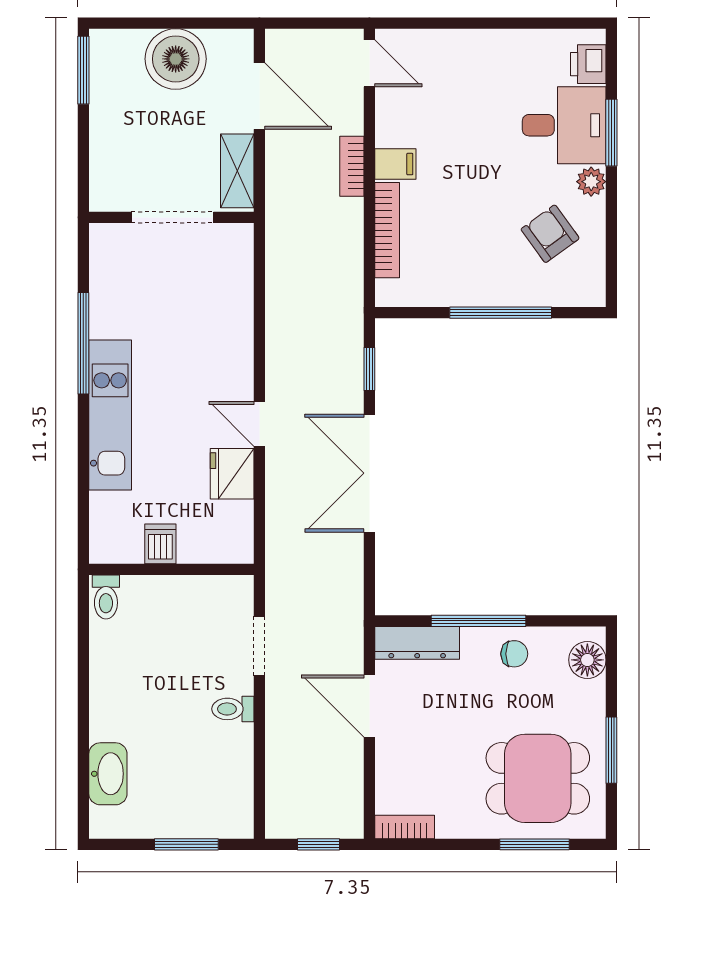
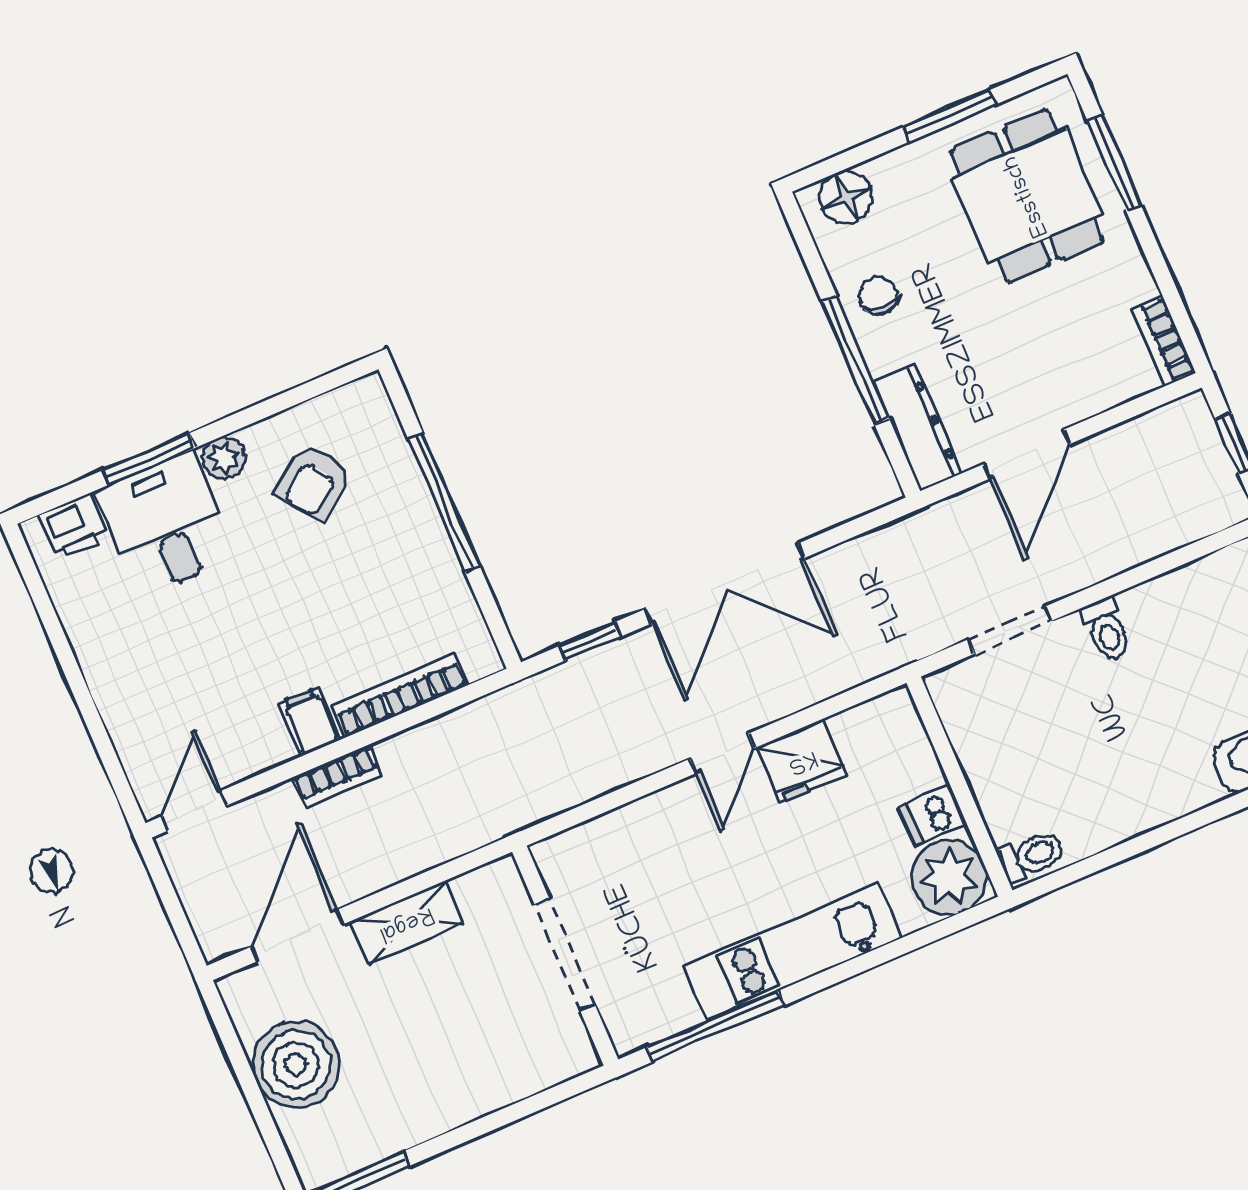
wall: (171, 217) -> (565, 956), moved
doorway: (172, 217) -> (565, 954), moved
plant: (115, 537) -> (949, 877), added

